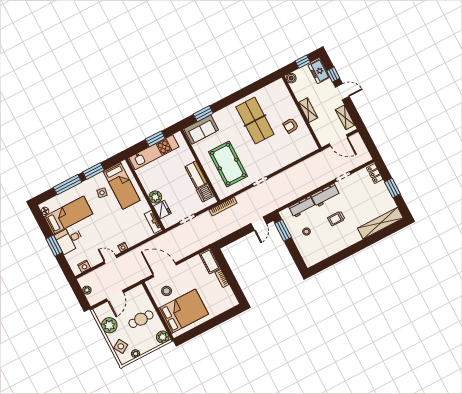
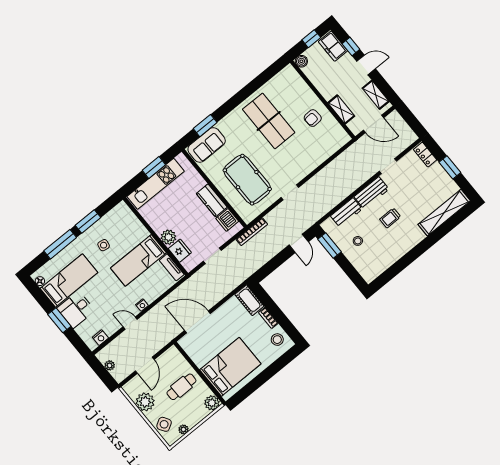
shelving: (308, 110) -> (341, 109), moved
bed: (122, 186) -> (138, 260), moved, turned 90
stool: (167, 291) -> (277, 340), moved

